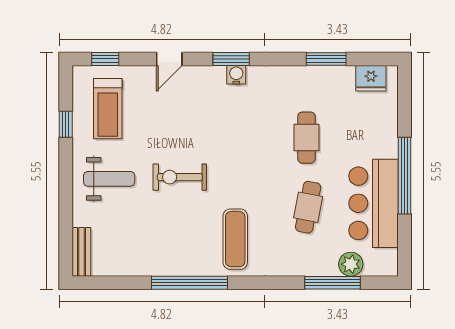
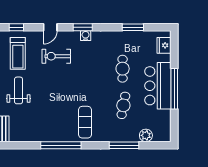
fridge: (371, 78) -> (164, 45), moved, turned 90
exercise bike: (180, 177) -> (56, 56), moved
weight bench: (109, 179) -> (19, 90), turned -90
bar counter: (374, 203) -> (158, 86), moved
window: (333, 283) -> (124, 145), moved

